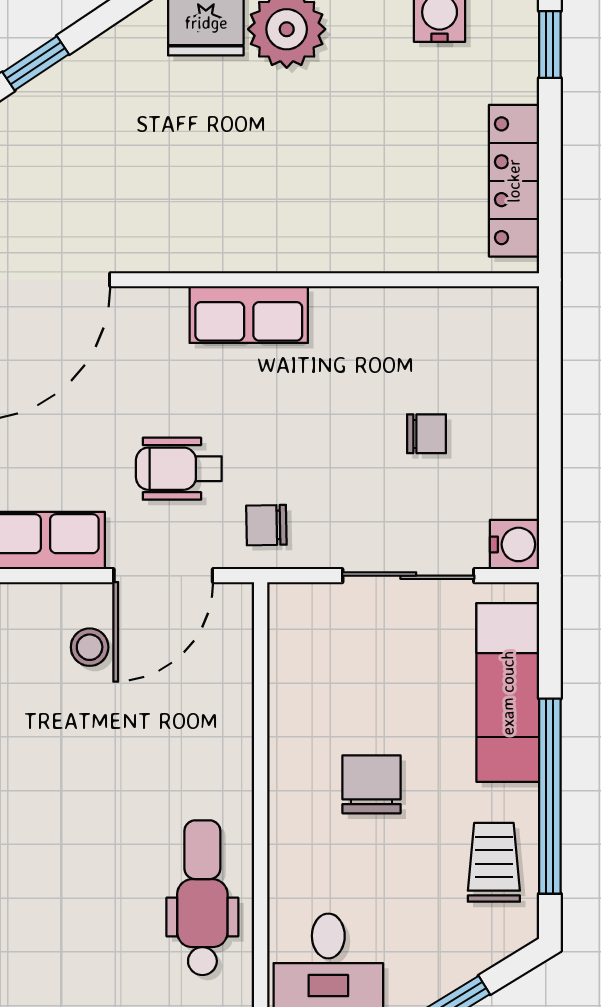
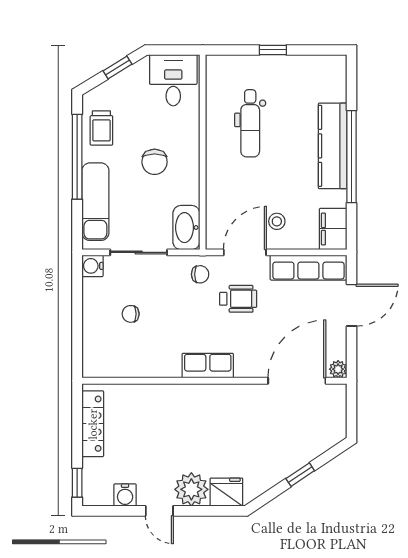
washbasin: (298, 633) -> (186, 228), added
dental chair: (202, 898) -> (250, 123), moved

